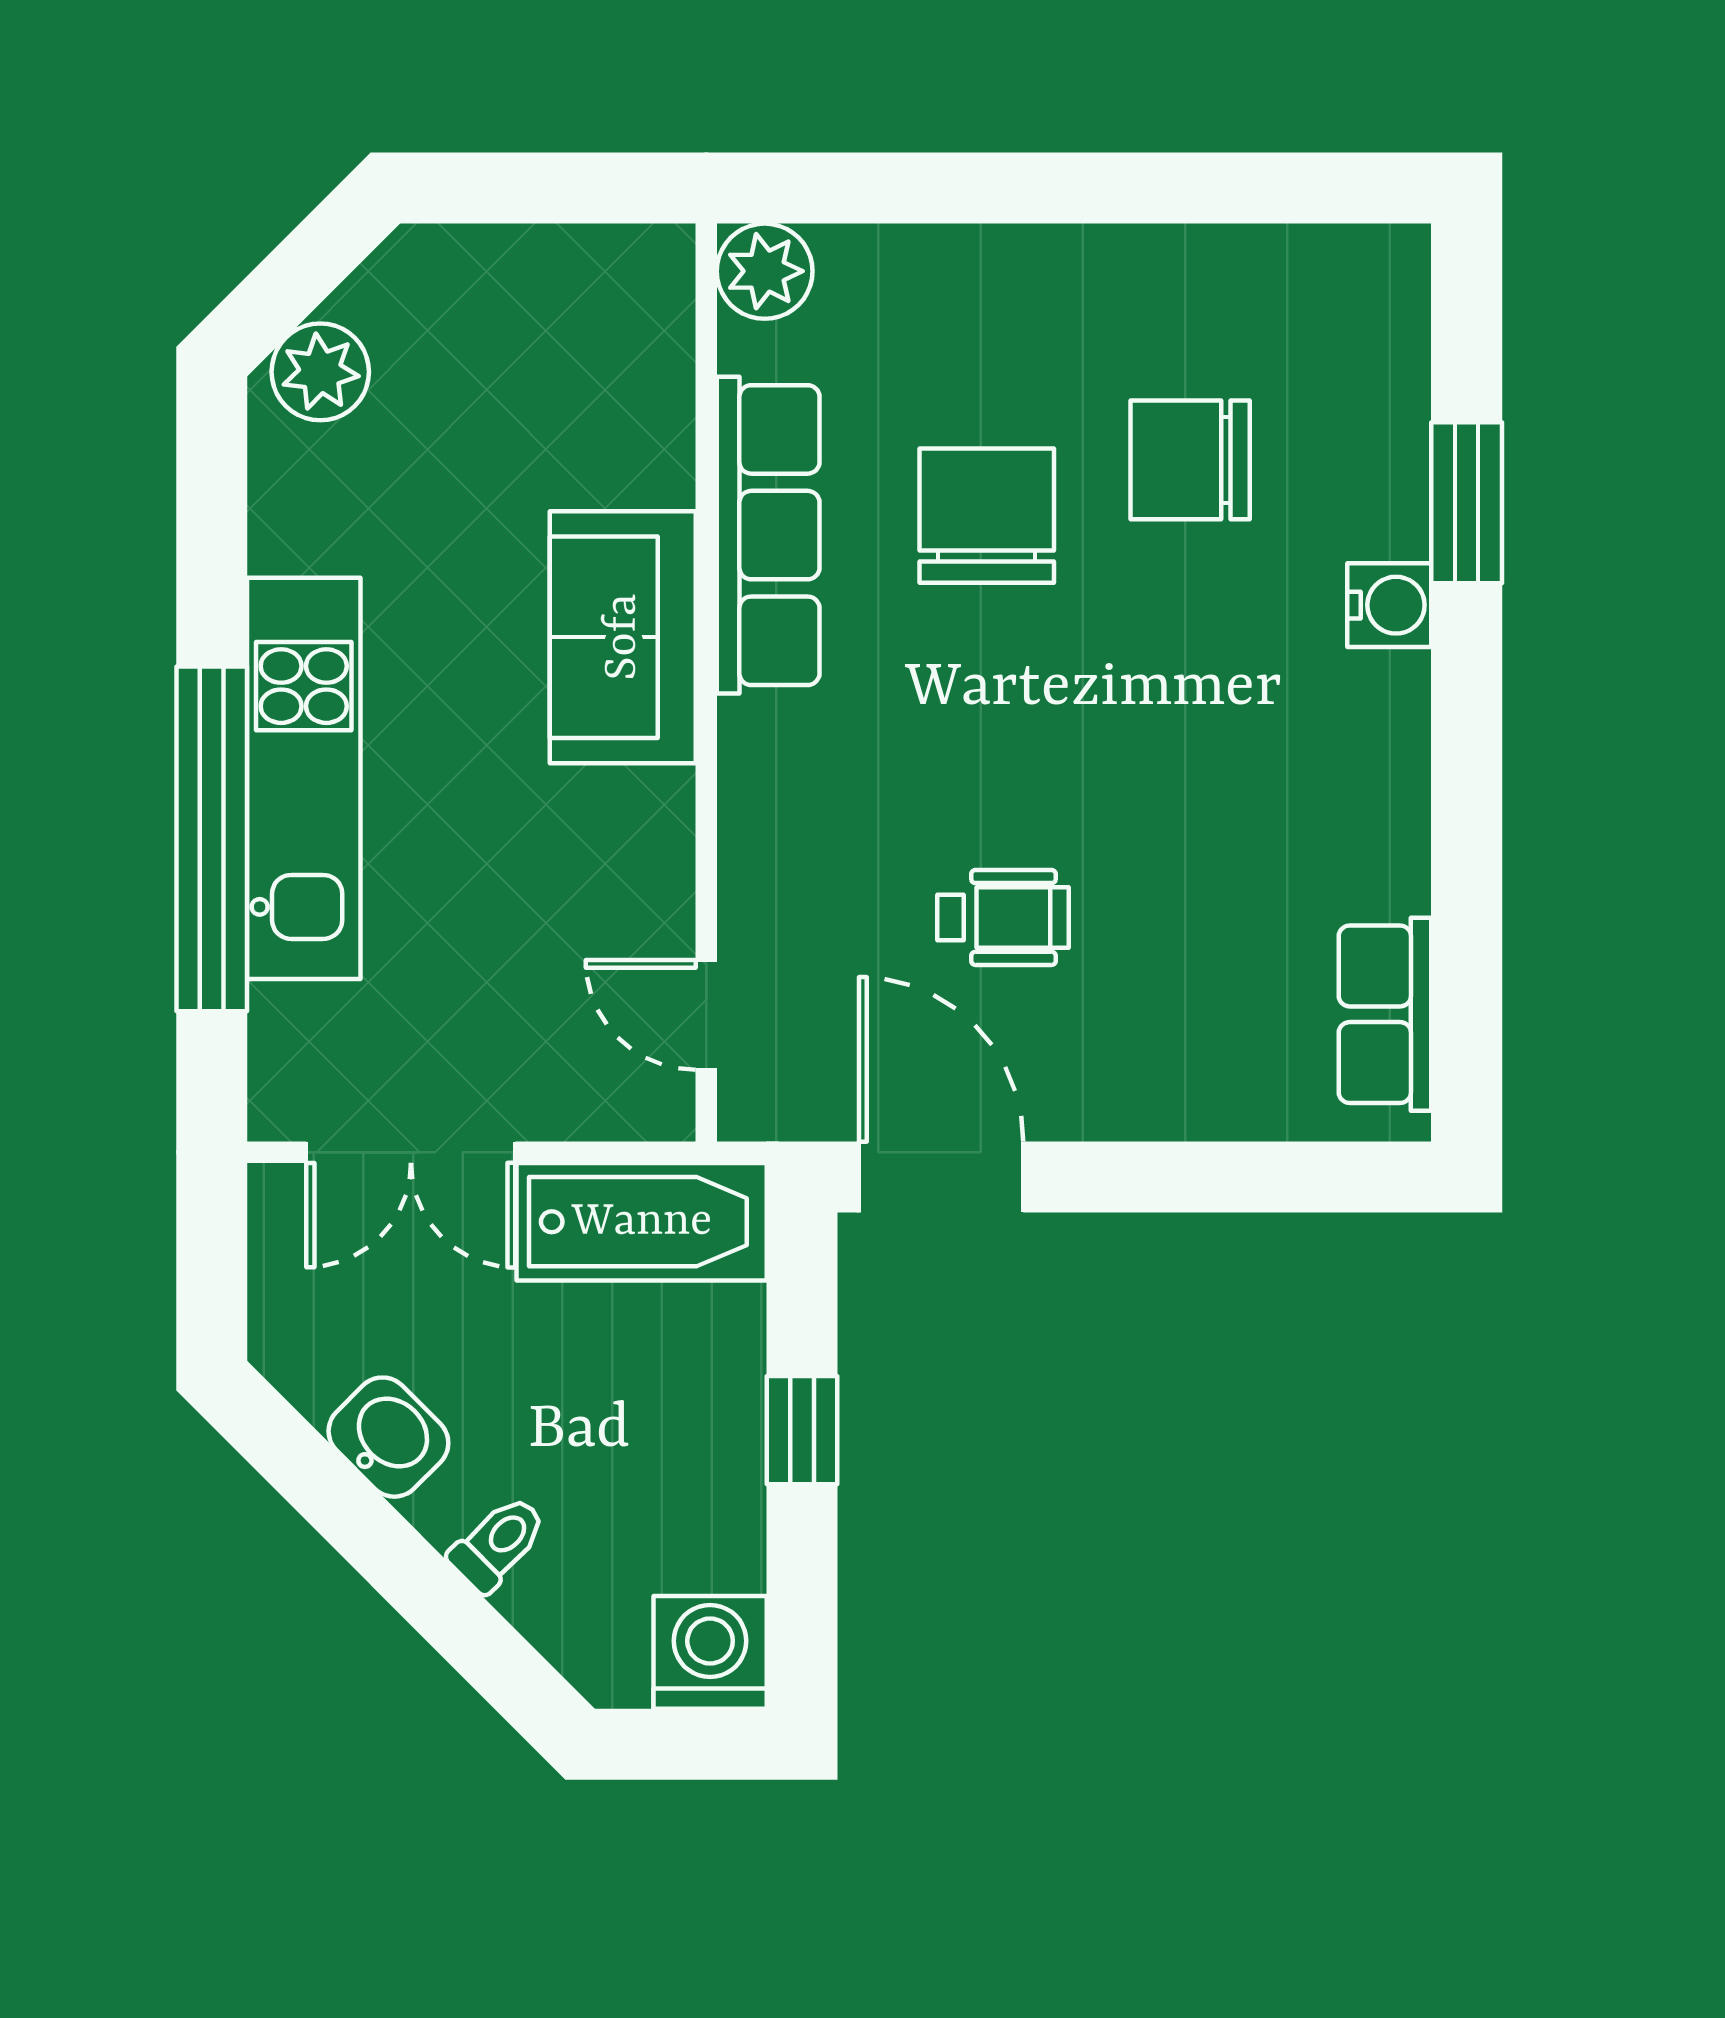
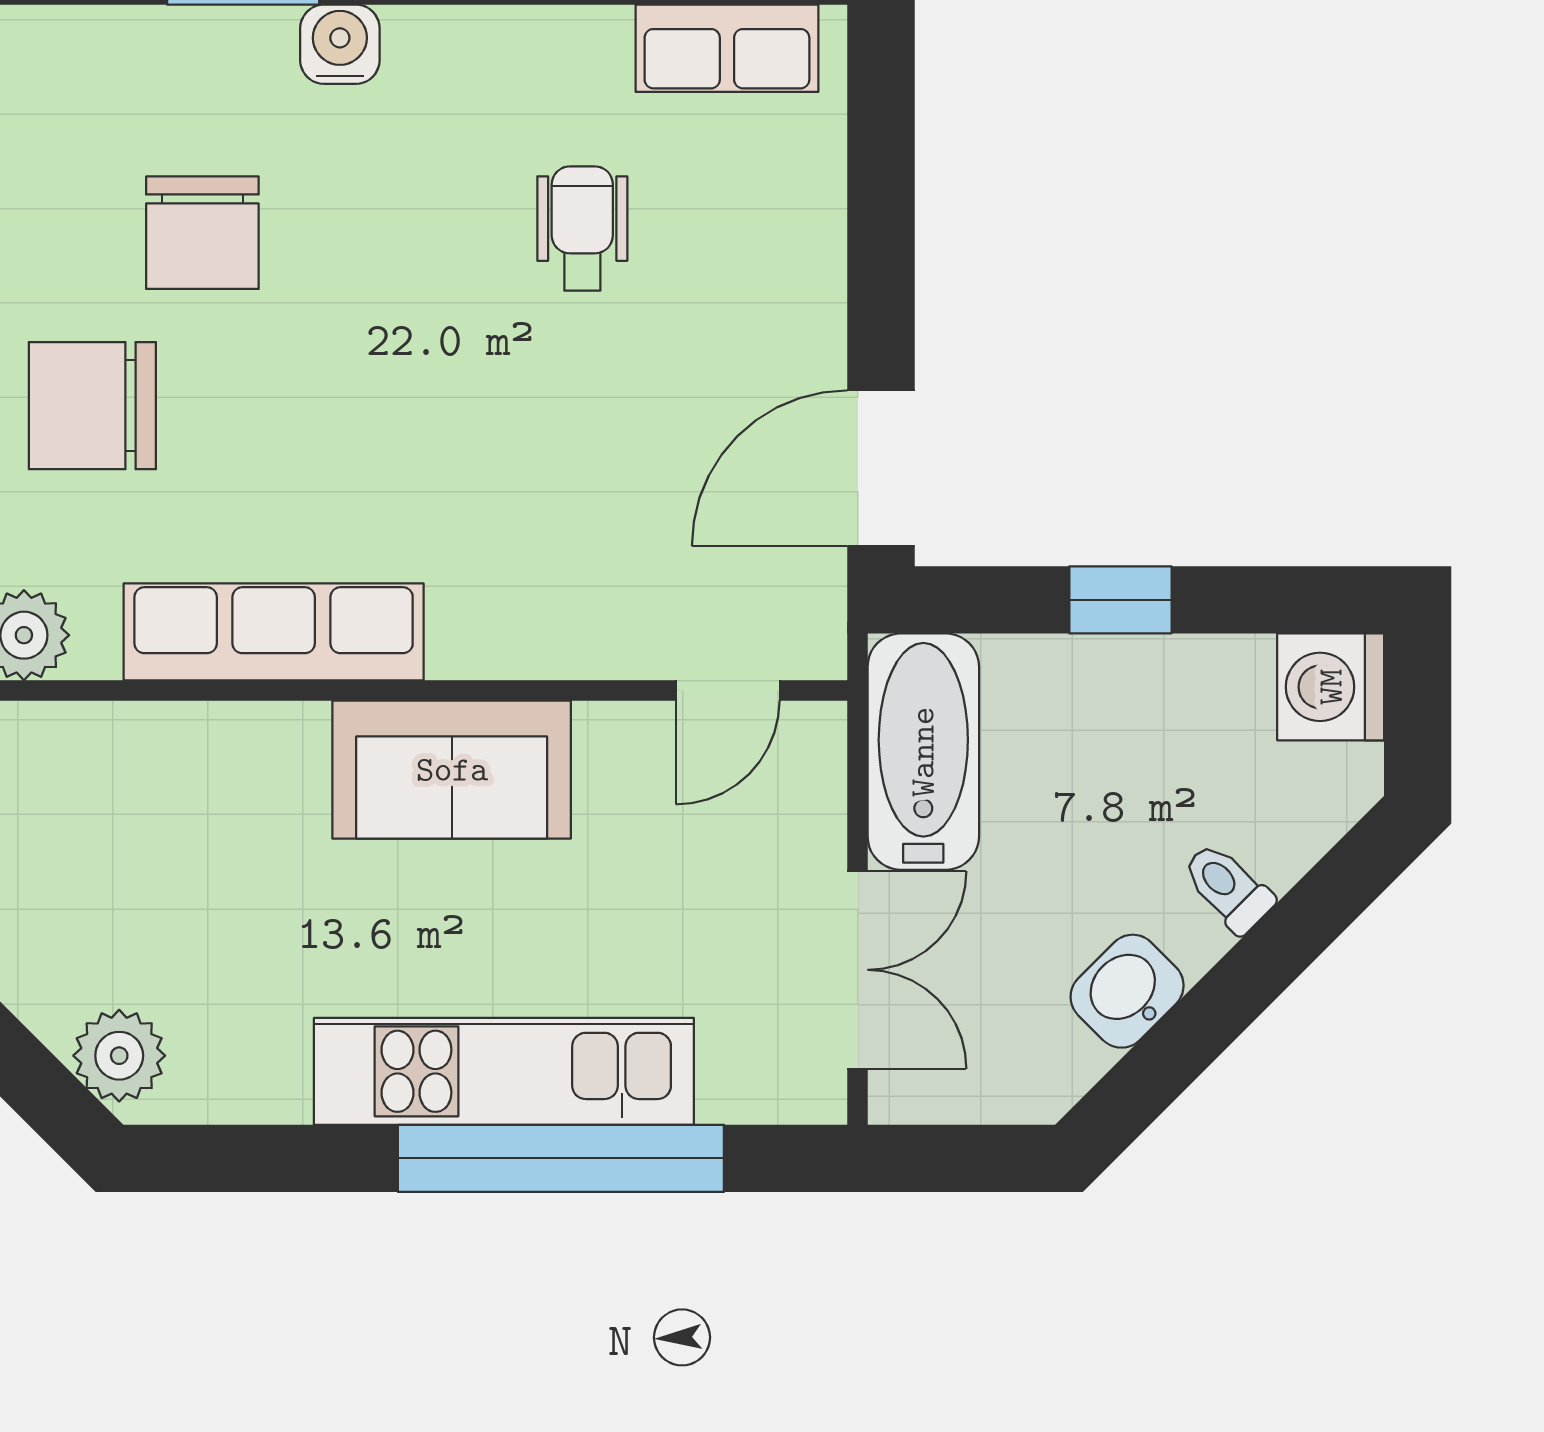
chair: (987, 516) -> (92, 406), moved
sofa: (623, 637) -> (452, 770), moved
wheelchair: (1003, 917) -> (582, 229), moved

